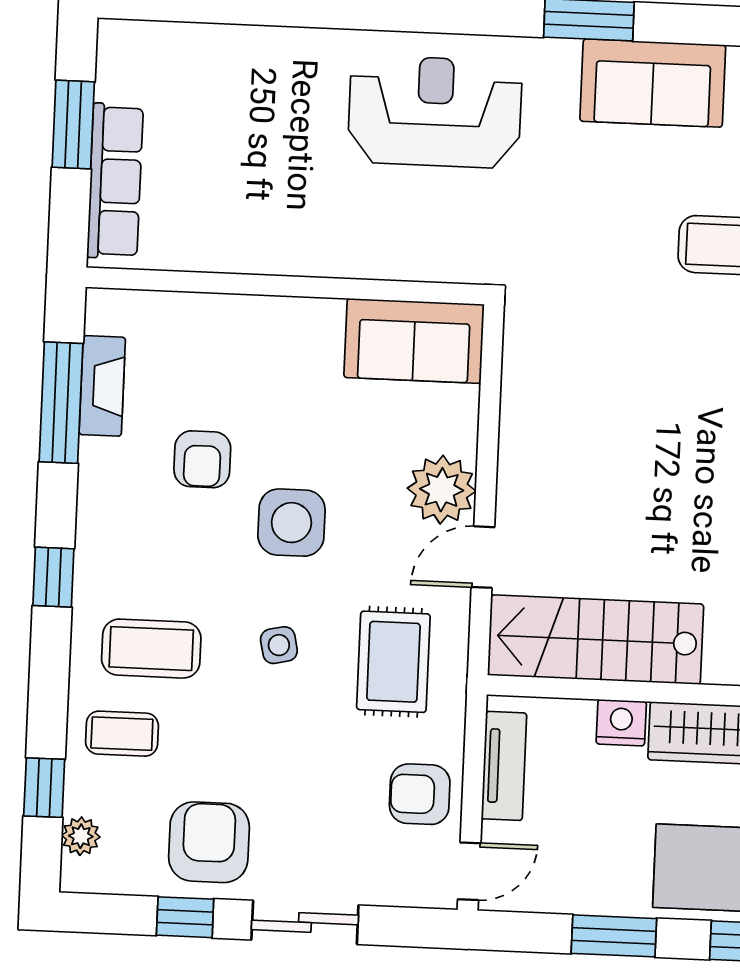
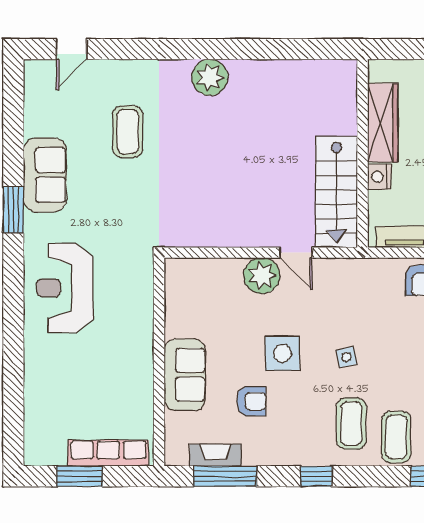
sofa: (414, 341) -> (185, 375), moved
rug: (393, 662) -> (353, 297), removed
coffee table: (122, 734) -> (396, 437), width x1.36, depth x1.30

